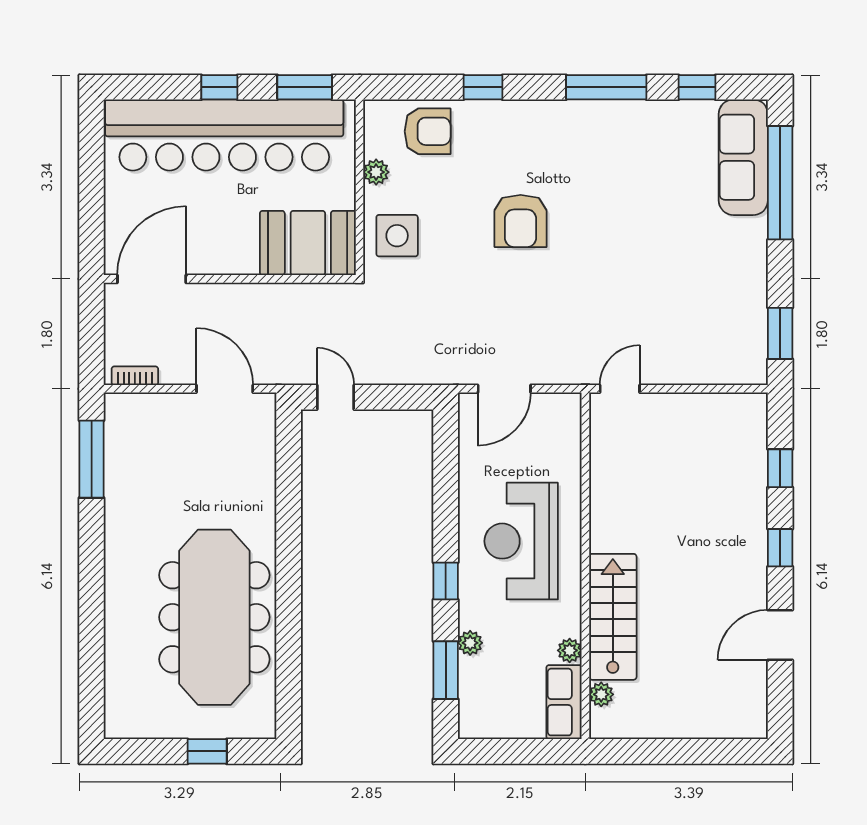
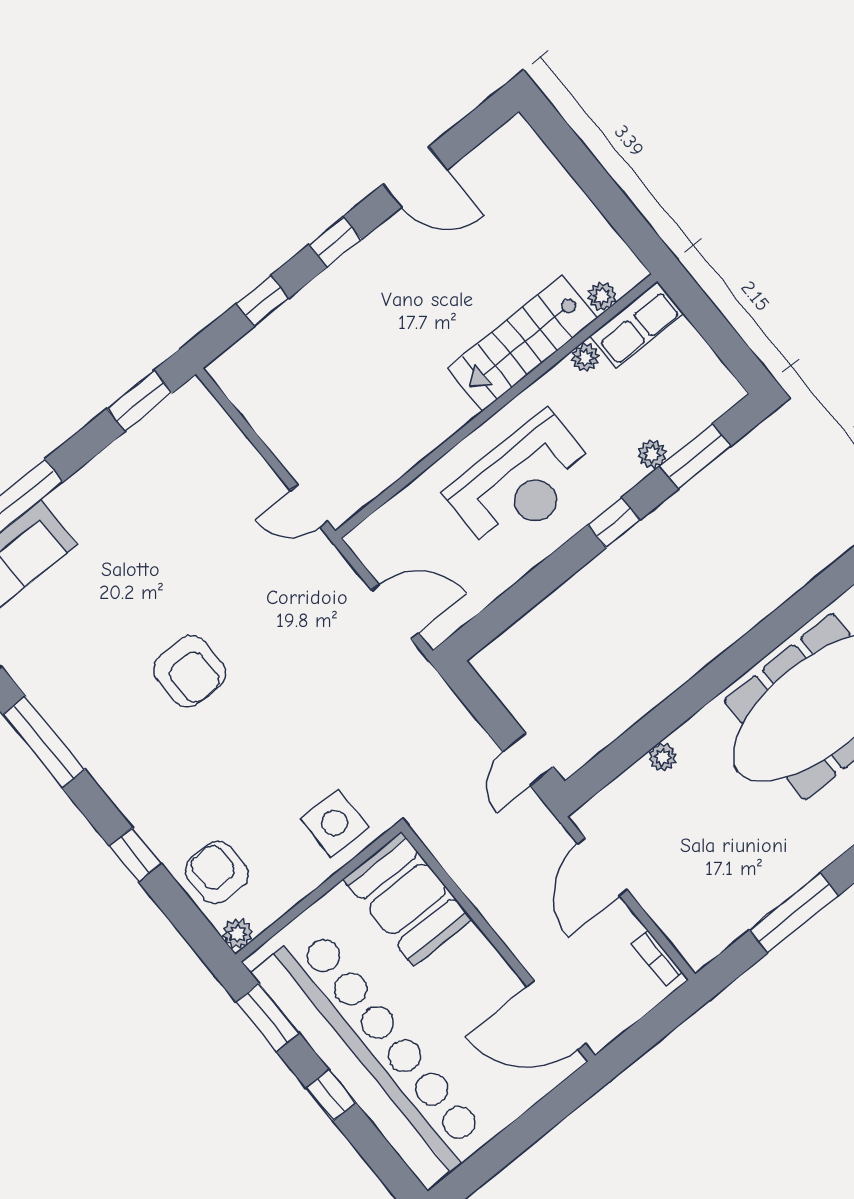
plant: (376, 172) -> (238, 934), moved
armchair: (521, 221) -> (190, 671), moved, turned 90
window: (92, 459) -> (794, 913), moved
plant: (265, 487) -> (662, 757), added

